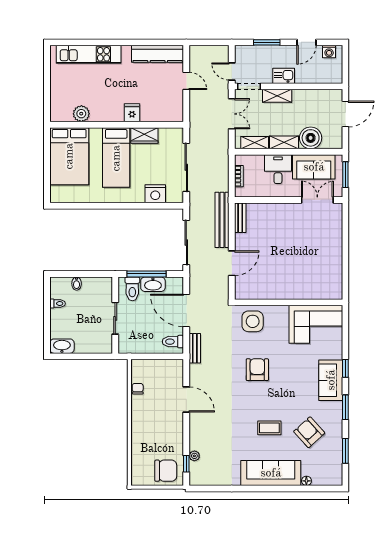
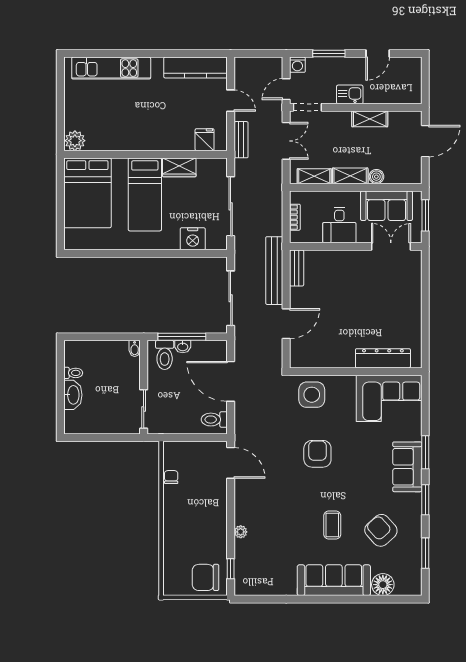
washing machine: (329, 52) -> (297, 65), moved
door: (232, 71) -> (286, 89), hinge flipped
shelving: (277, 96) -> (370, 119), moved
fridge: (132, 113) -> (205, 140), moved
plant: (81, 114) -> (75, 141), moved
boiler: (311, 138) -> (376, 177), width x0.54, depth x0.54
desk: (278, 169) -> (339, 225), moved, turned 180
bidet: (77, 284) -> (135, 348), moved
washbasin: (153, 284) -> (183, 347), width x0.52, depth x0.69
dresser: (311, 292) -> (383, 358), added
sliding door: (115, 318) -> (144, 409), moved
washbasin: (62, 346) -> (73, 395), moved, turned 90
bench: (195, 348) -> (241, 140), moved
window: (345, 368) -> (425, 452), width x1.50
door: (186, 399) -> (231, 463), moved
coffee table: (269, 428) -> (332, 525), turned 90
plant: (194, 456) -> (241, 532), moved
chair: (166, 471) -> (205, 577), turned 180
floor lamp: (306, 481) -> (383, 585), width x1.89, depth x1.89

